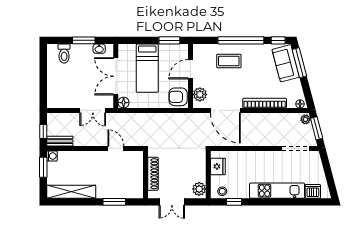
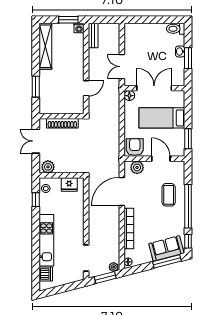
washbasin: (99, 49) -> (180, 51), moved
toilet: (64, 54) -> (176, 29), moved
window: (43, 131) -> (102, 20), removed

